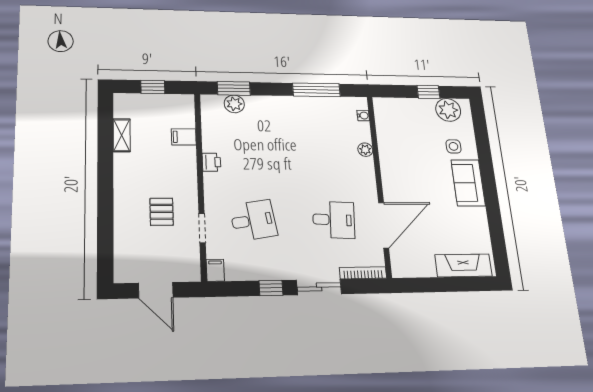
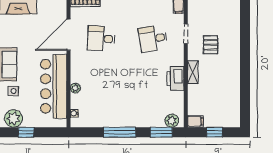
window: (316, 90) -> (119, 132), moved
plant: (234, 104) -> (172, 121), moved
shelving: (122, 135) -> (193, 72), moved
filing cabinet: (184, 137) -> (195, 121), moved
bar counter: (397, 152) -> (54, 86), added
printer: (211, 162) -> (175, 79), width x1.87, depth x1.48

